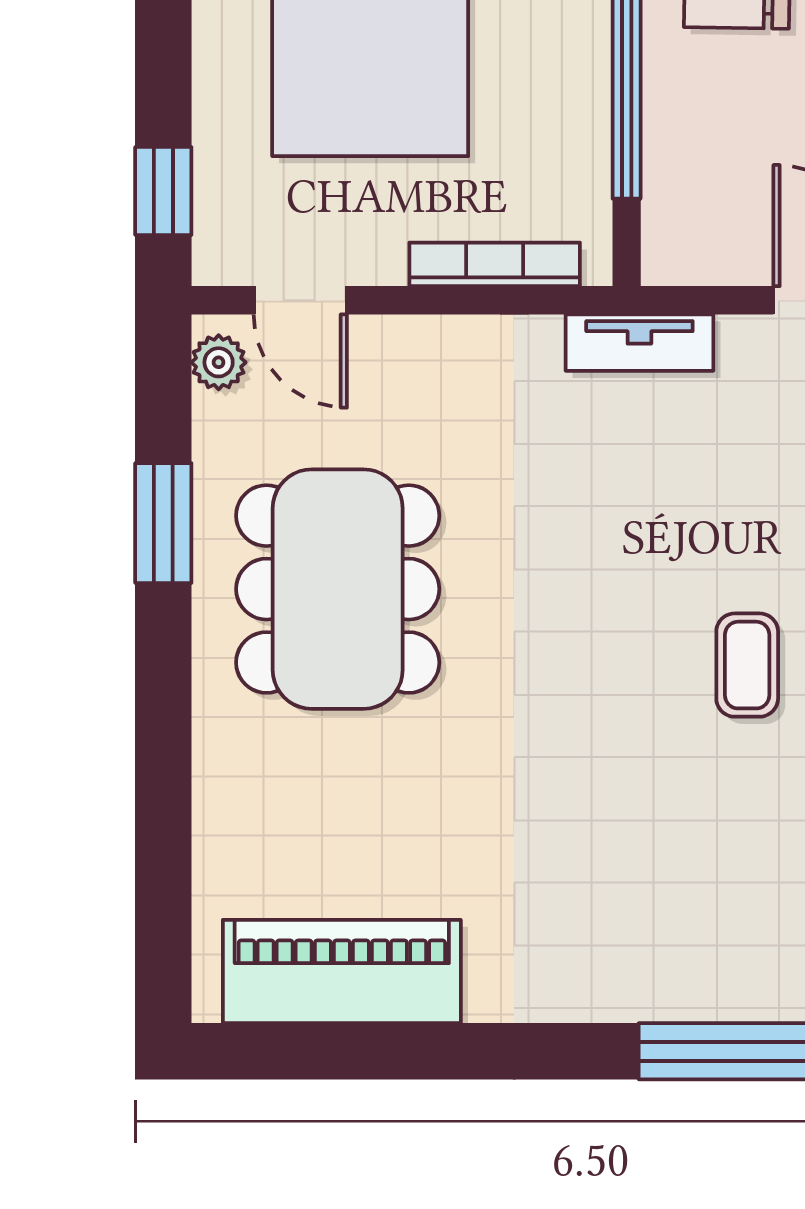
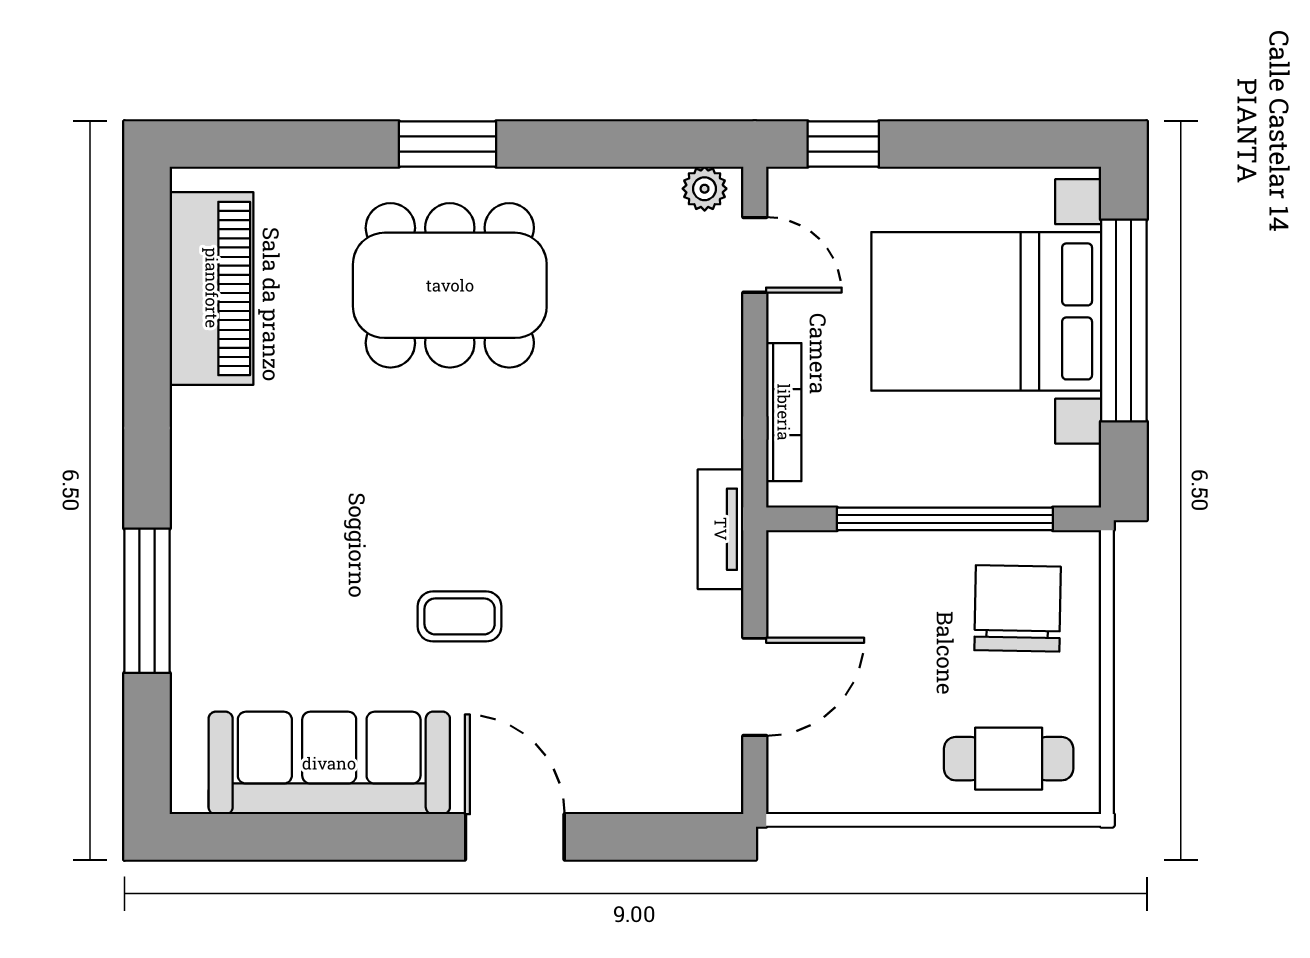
door: (300, 300) -> (755, 255), swing flipped
window: (163, 523) -> (447, 144), moved
dining table: (338, 589) -> (450, 285), moved

